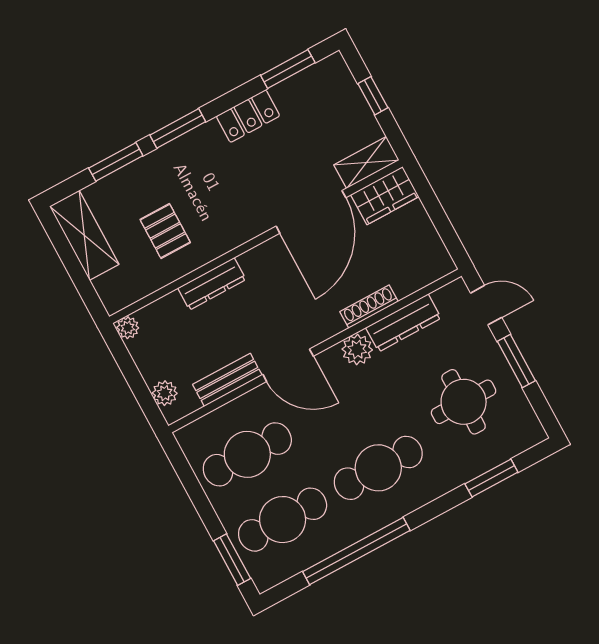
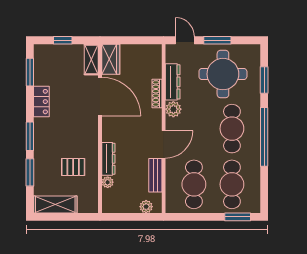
door: (486, 305) -> (185, 40), hinge flipped
plant: (128, 328) -> (108, 182), moved
round table: (464, 402) -> (223, 74), width x1.36, depth x1.36
window: (356, 551) -> (264, 137), moved

